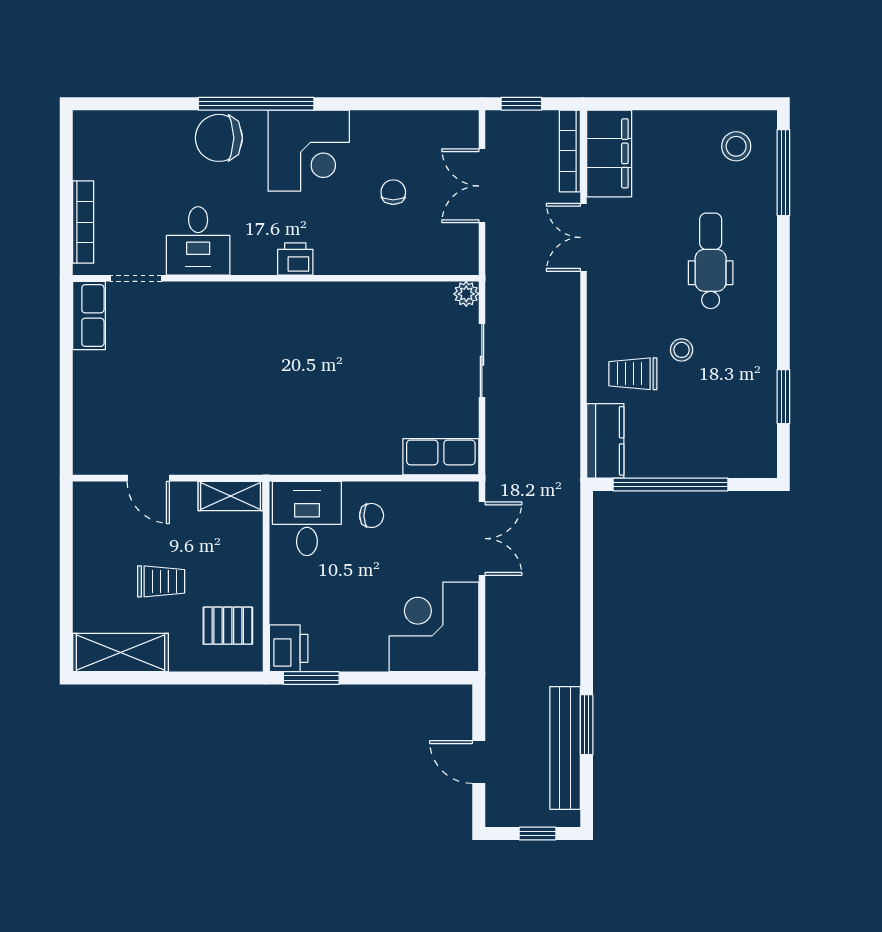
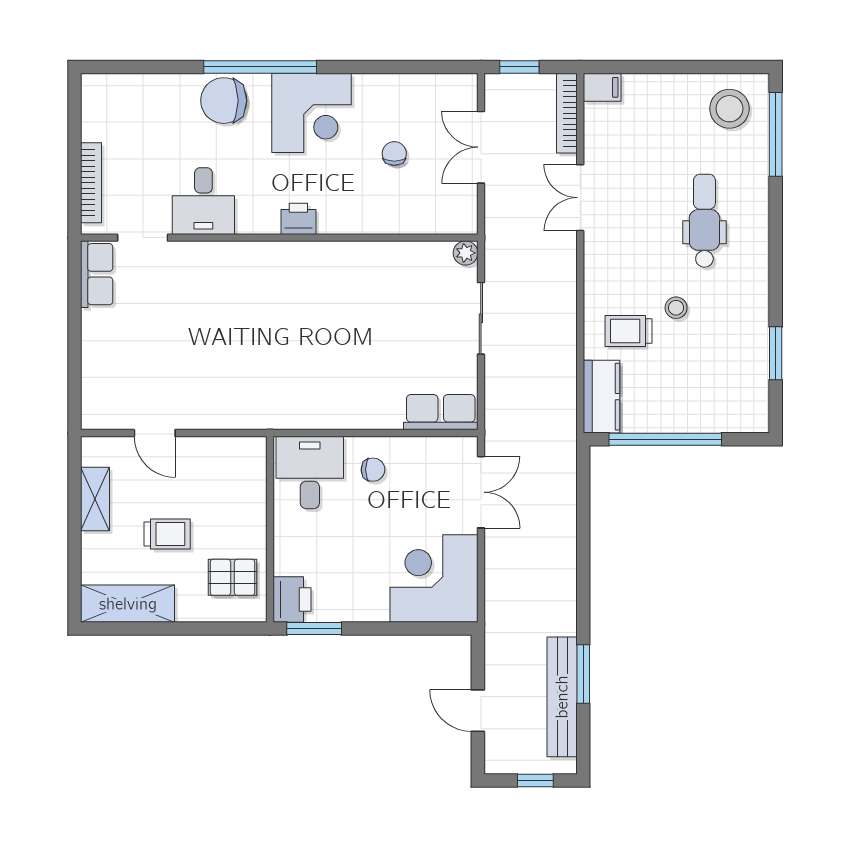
stool: (736, 146) -> (729, 109), width x1.38, depth x1.38
filing cabinet: (609, 153) -> (602, 87), width x0.33, depth x0.86
shelving: (230, 496) -> (95, 499), moved, turned 90

